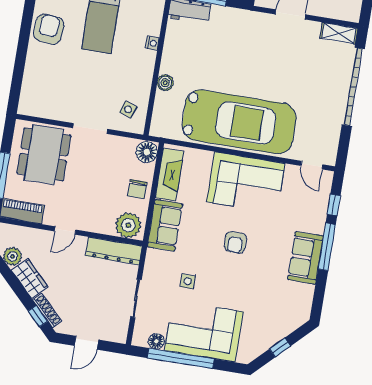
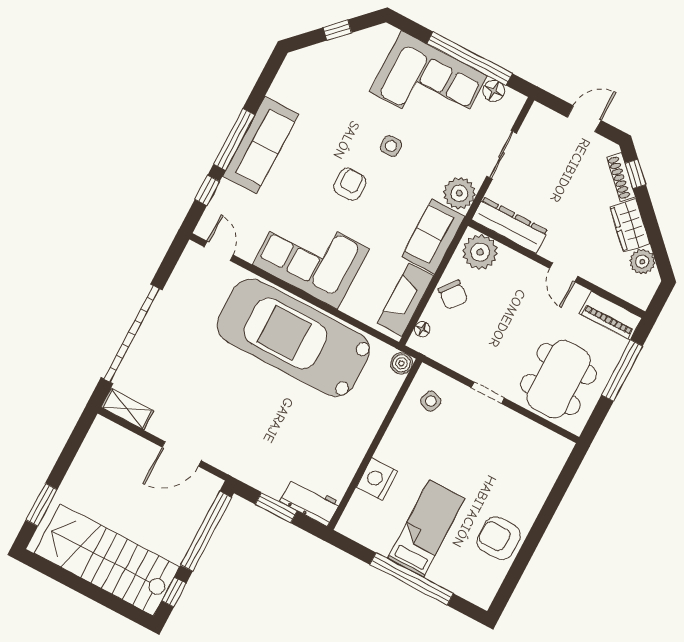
armchair: (49, 29) -> (499, 538), turned 85
nightstand: (152, 43) -> (377, 479), width x1.89, depth x1.79
boiler: (165, 83) -> (401, 363), moved
doorway: (90, 128) -> (488, 393), width x0.73
floor lamp: (147, 152) -> (422, 329), width x0.53, depth x0.53
chair: (137, 189) -> (453, 295), turned 128
door: (65, 231) -> (564, 272), swing flipped
sofa: (305, 258) -> (261, 145), width x1.36
plant: (157, 262) -> (459, 193), added
side table: (188, 281) -> (391, 146), moved

